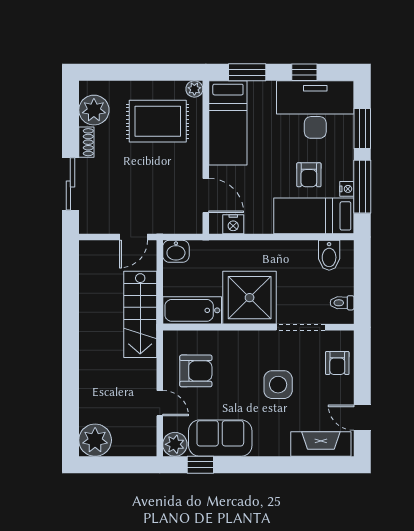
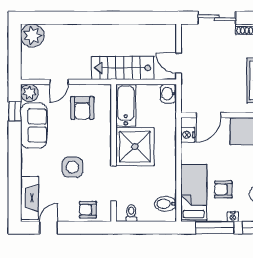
nightstand: (347, 189) -> (233, 217), moved

